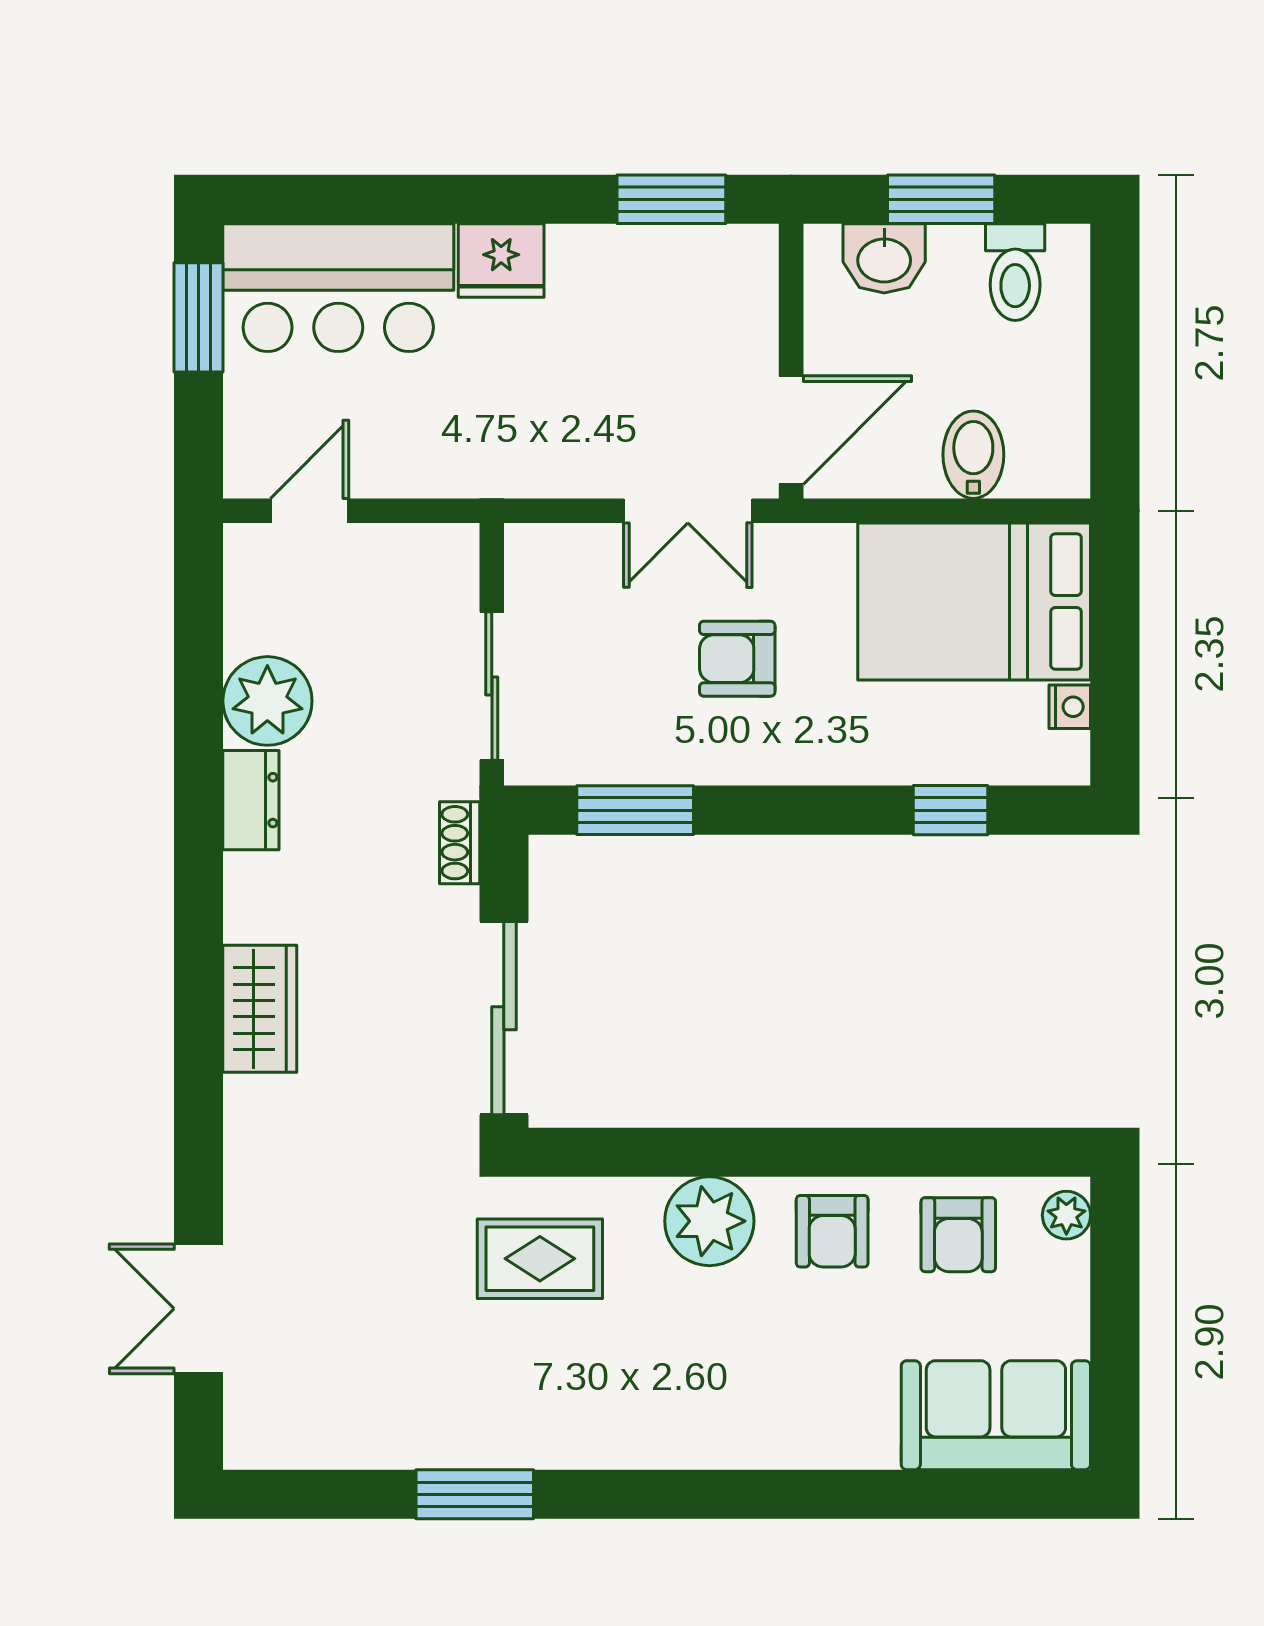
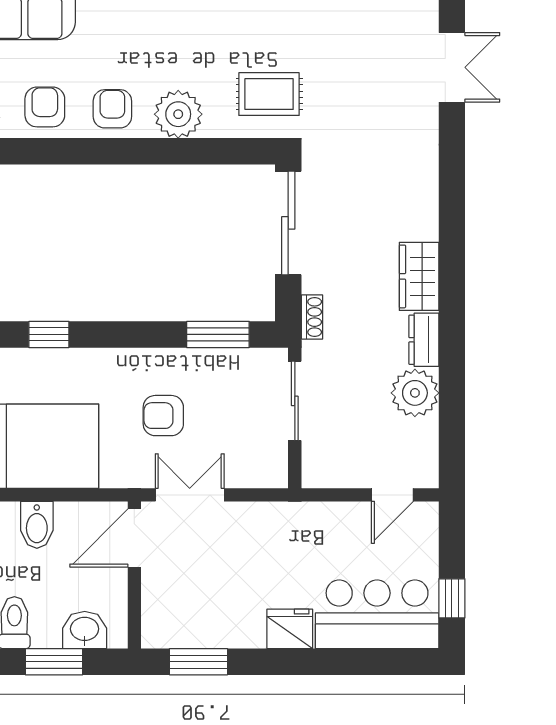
window: (199, 317) -> (452, 598), width x0.67
armchair: (737, 659) -> (163, 416), turned 180
wardrobe: (260, 1009) -> (419, 276), moved

